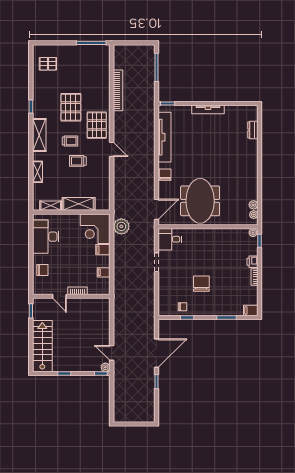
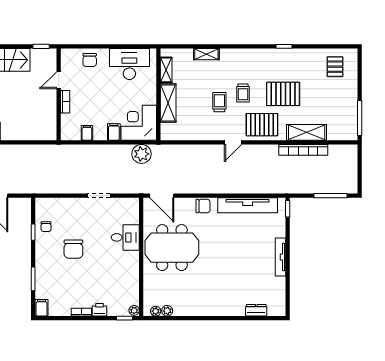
shelving: (39, 135) -> (307, 132), moved
desk: (170, 239) -> (125, 237), moved, turned 90
chair: (201, 284) -> (73, 249), turned 90

